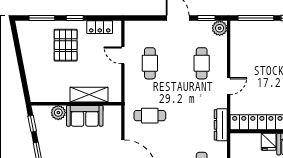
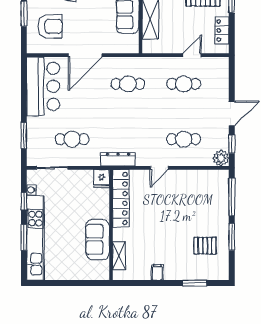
door: (229, 86) -> (159, 168), hinge flipped
cafe table: (150, 116) -> (128, 84), turned 90
fridge: (269, 142) -> (102, 179), moved, turned -90

